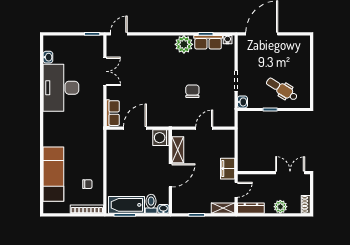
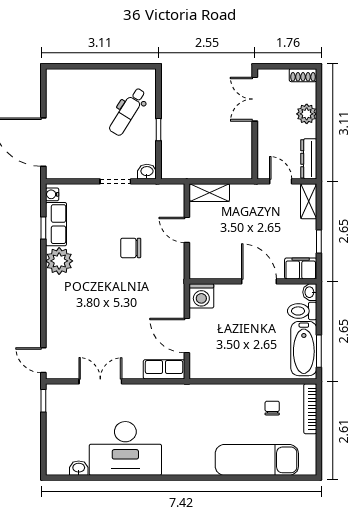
shelving: (178, 150) -> (210, 193), moved
filing cabinet: (228, 169) -> (301, 268), moved, turned 180

